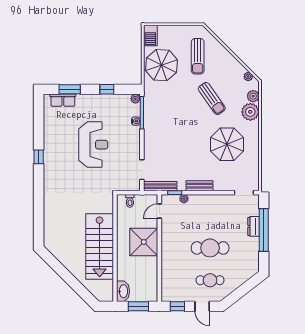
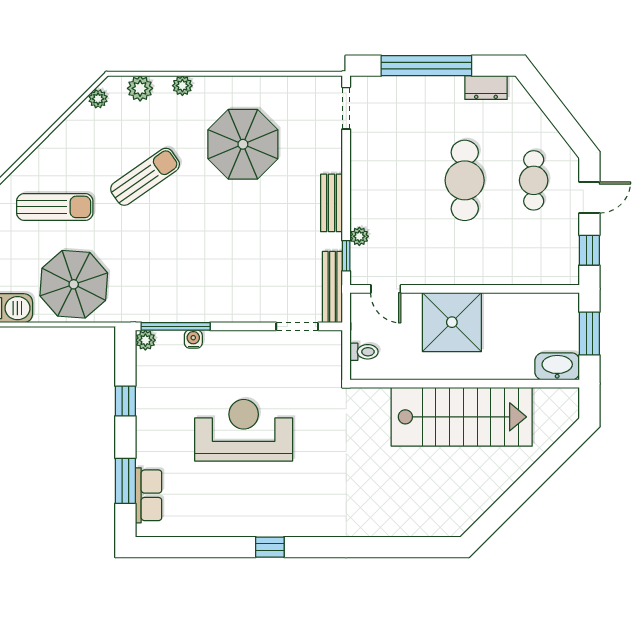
plant: (250, 112) -> (182, 86), width x0.53, depth x0.53
dresser: (253, 226) -> (486, 88), moved

